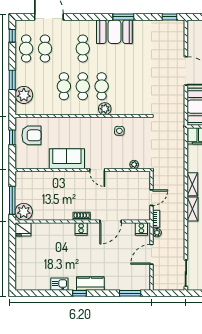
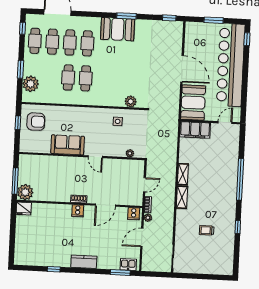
cafe table: (102, 86) -> (70, 42), moved
plant: (105, 109) -> (131, 101), moved
kitchen sink: (59, 284) -> (128, 264), moved
window: (80, 293) -> (54, 269), moved

